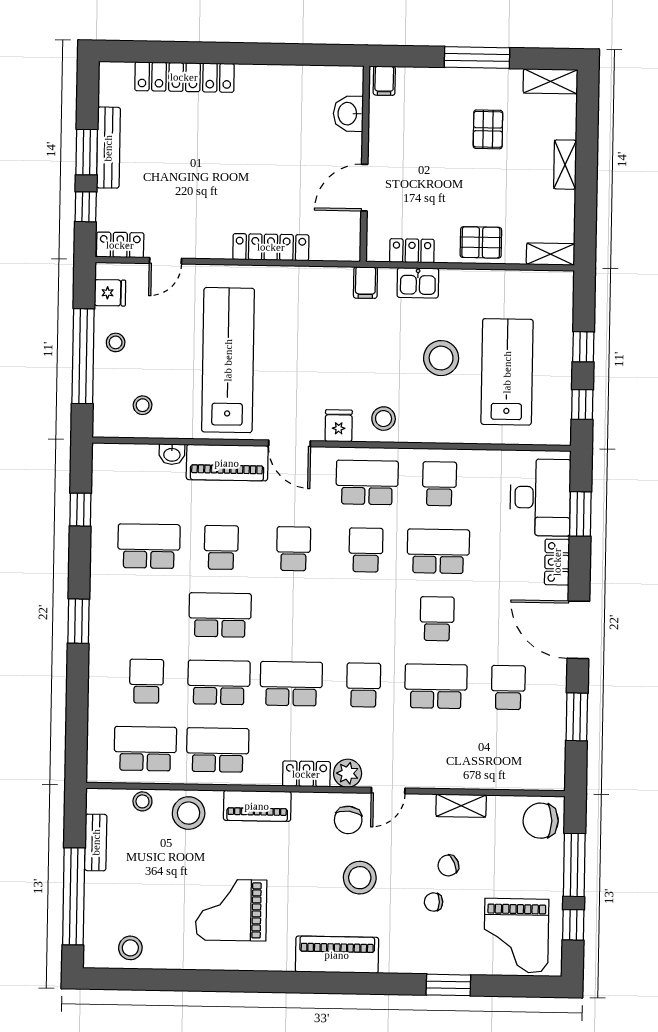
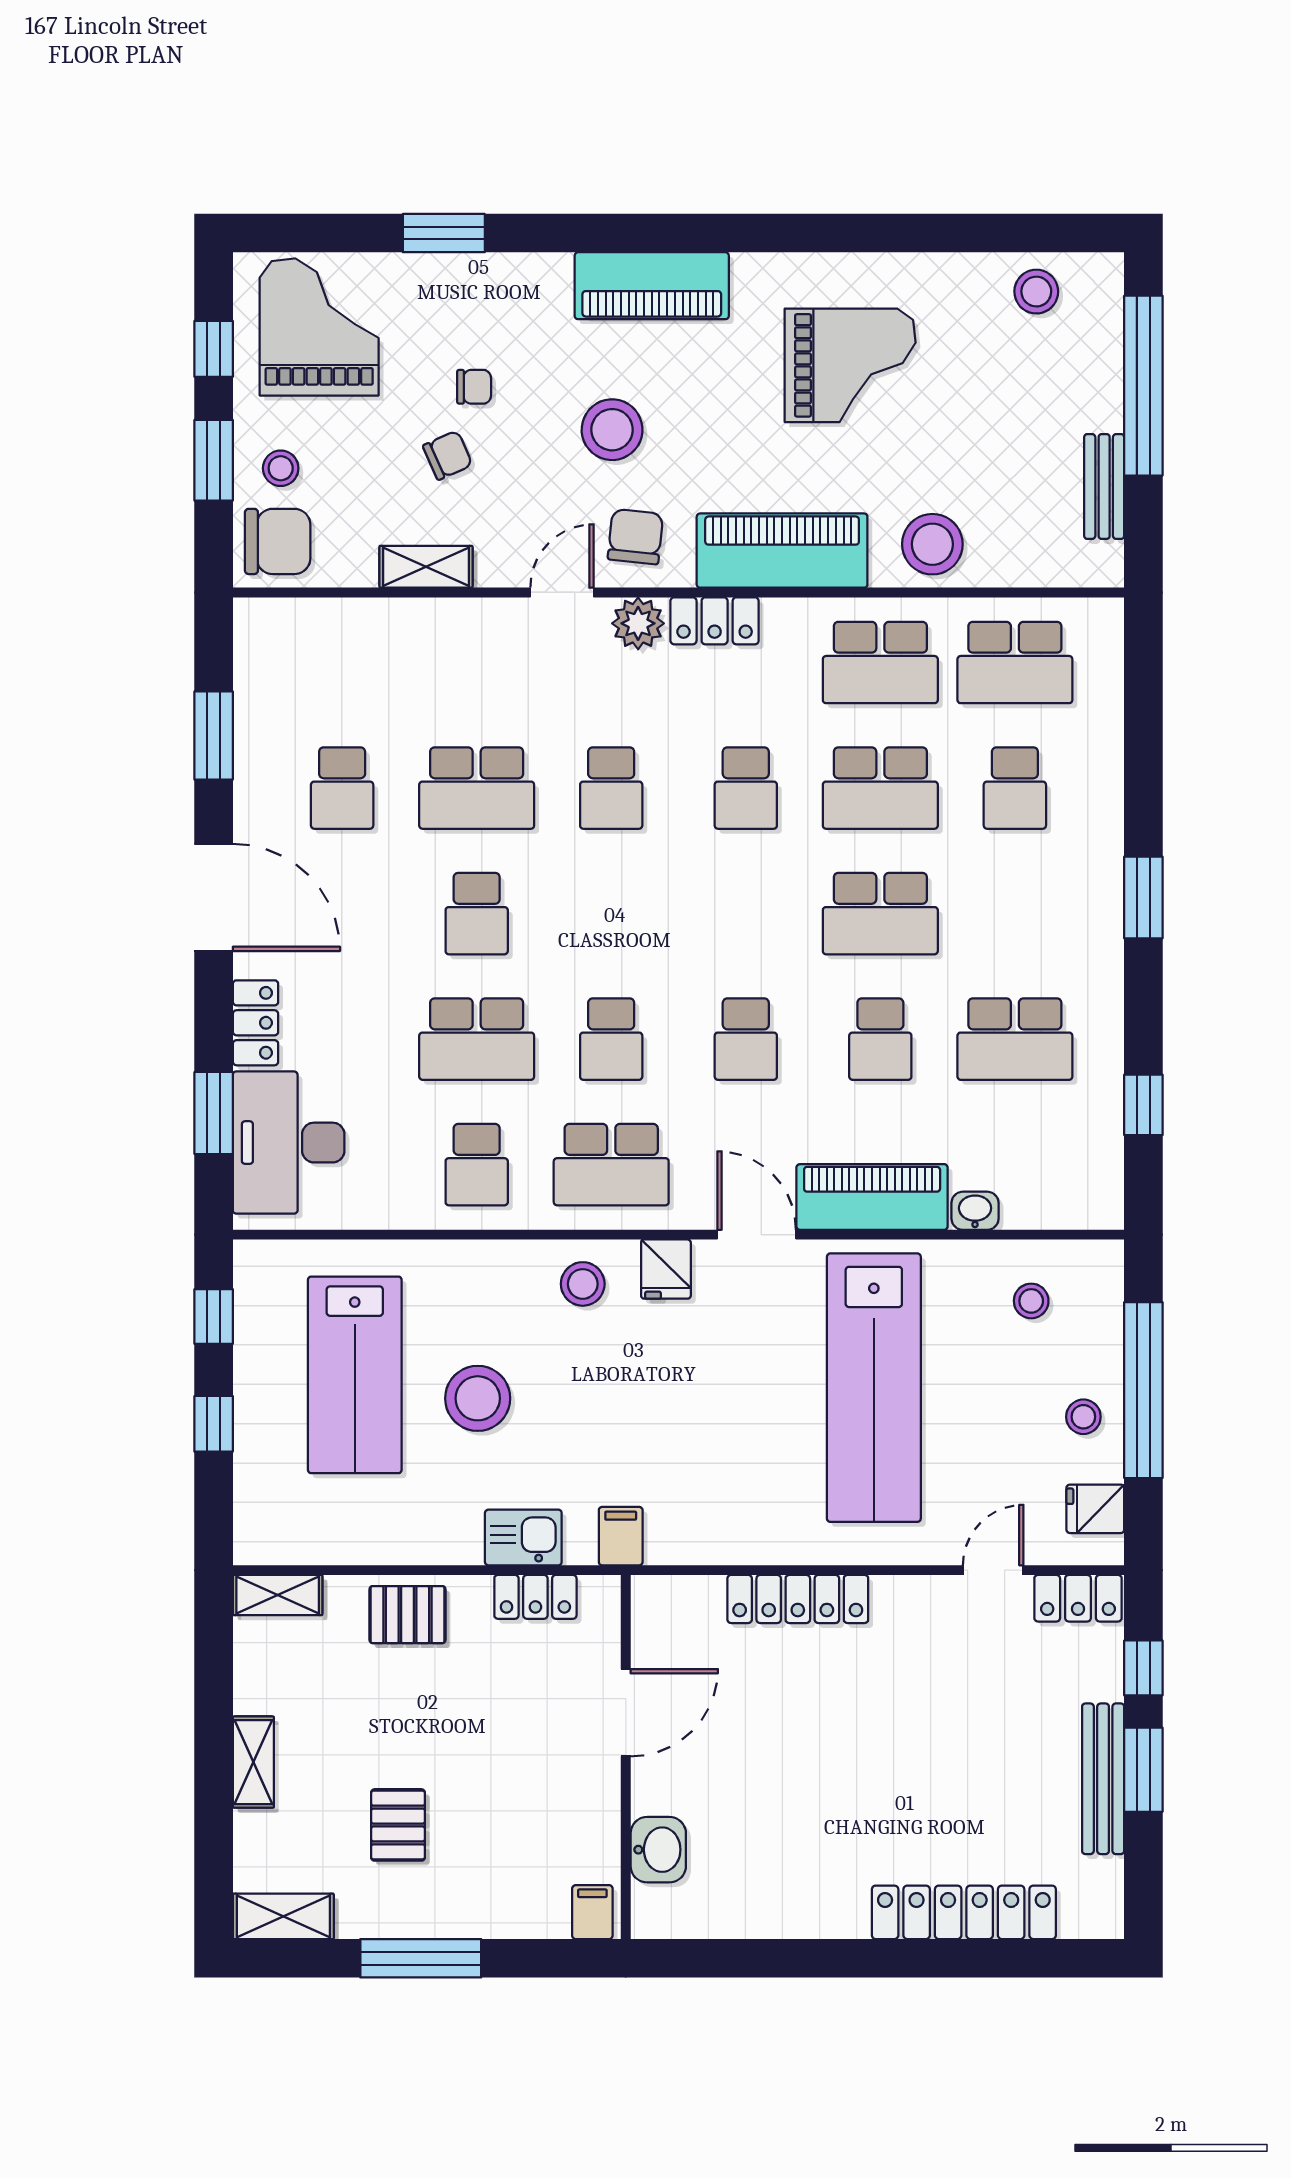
school desk: (291, 684) -> (746, 788), width x0.54
stool: (142, 801) -> (281, 468), moved
piano: (257, 806) -> (782, 551), width x1.37, depth x1.33
window: (574, 865) -> (214, 460), width x0.69

